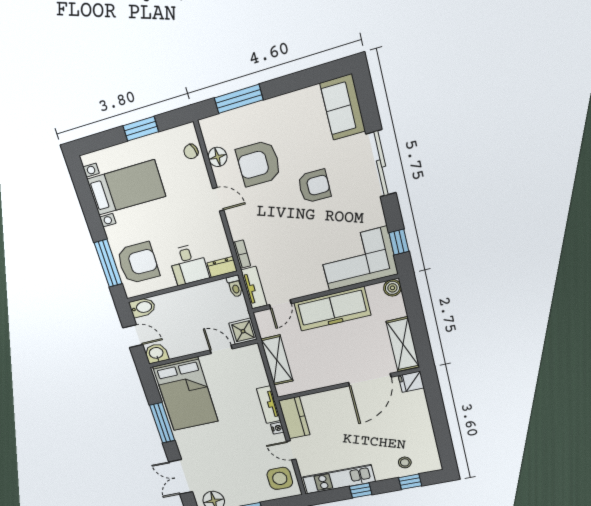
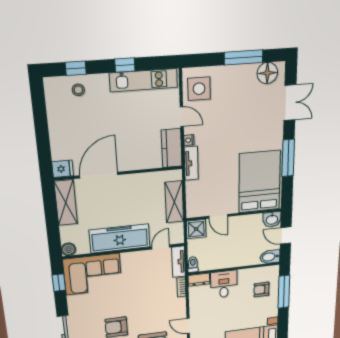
armchair: (138, 263) -> (261, 290), width x0.53, depth x0.53

